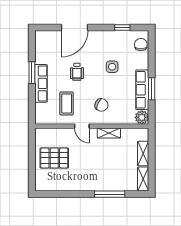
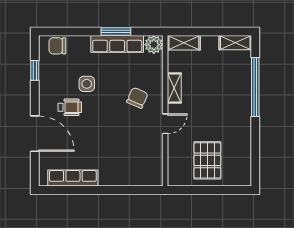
wheelchair: (77, 72) -> (70, 107), moved
window: (32, 73) -> (94, 190), removed
row of seats: (41, 83) -> (73, 178), moved
coffee table: (67, 103) -> (135, 144), removed
shelving: (143, 154) -> (184, 43), moved
window: (110, 194) -> (255, 87), width x1.46

